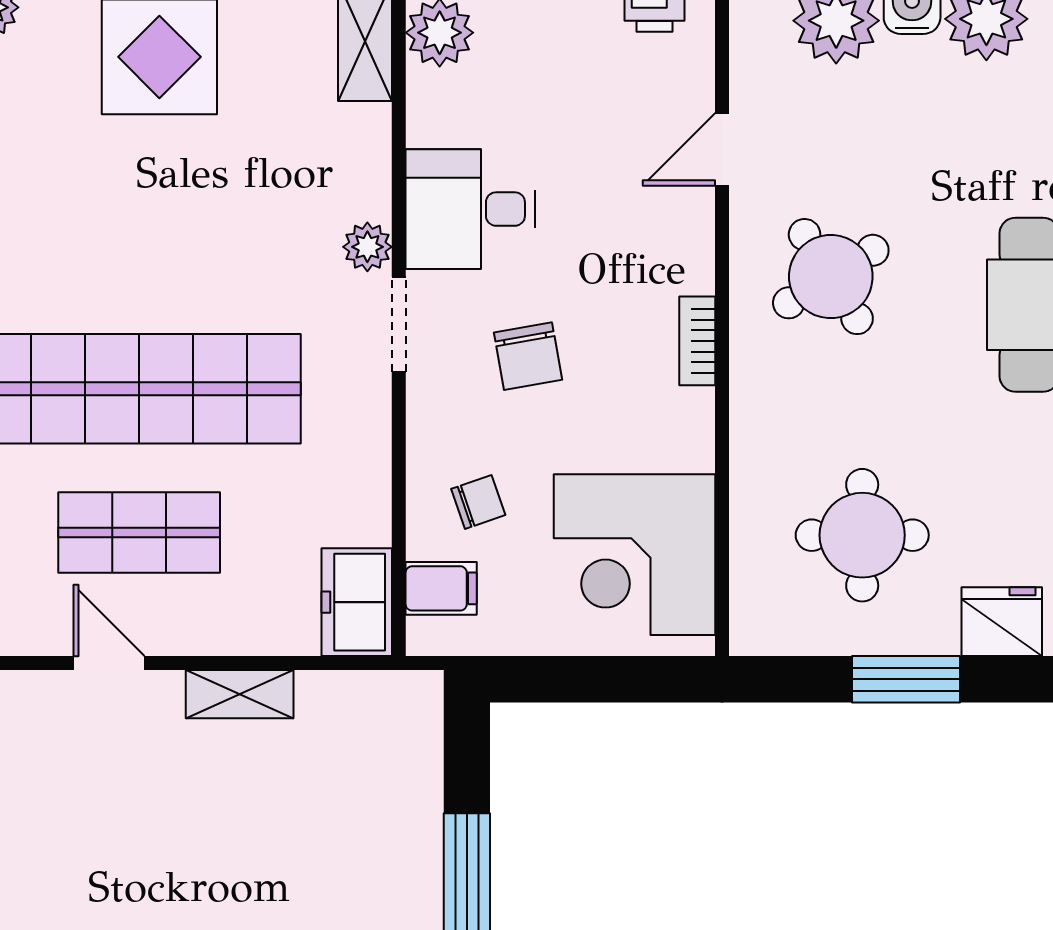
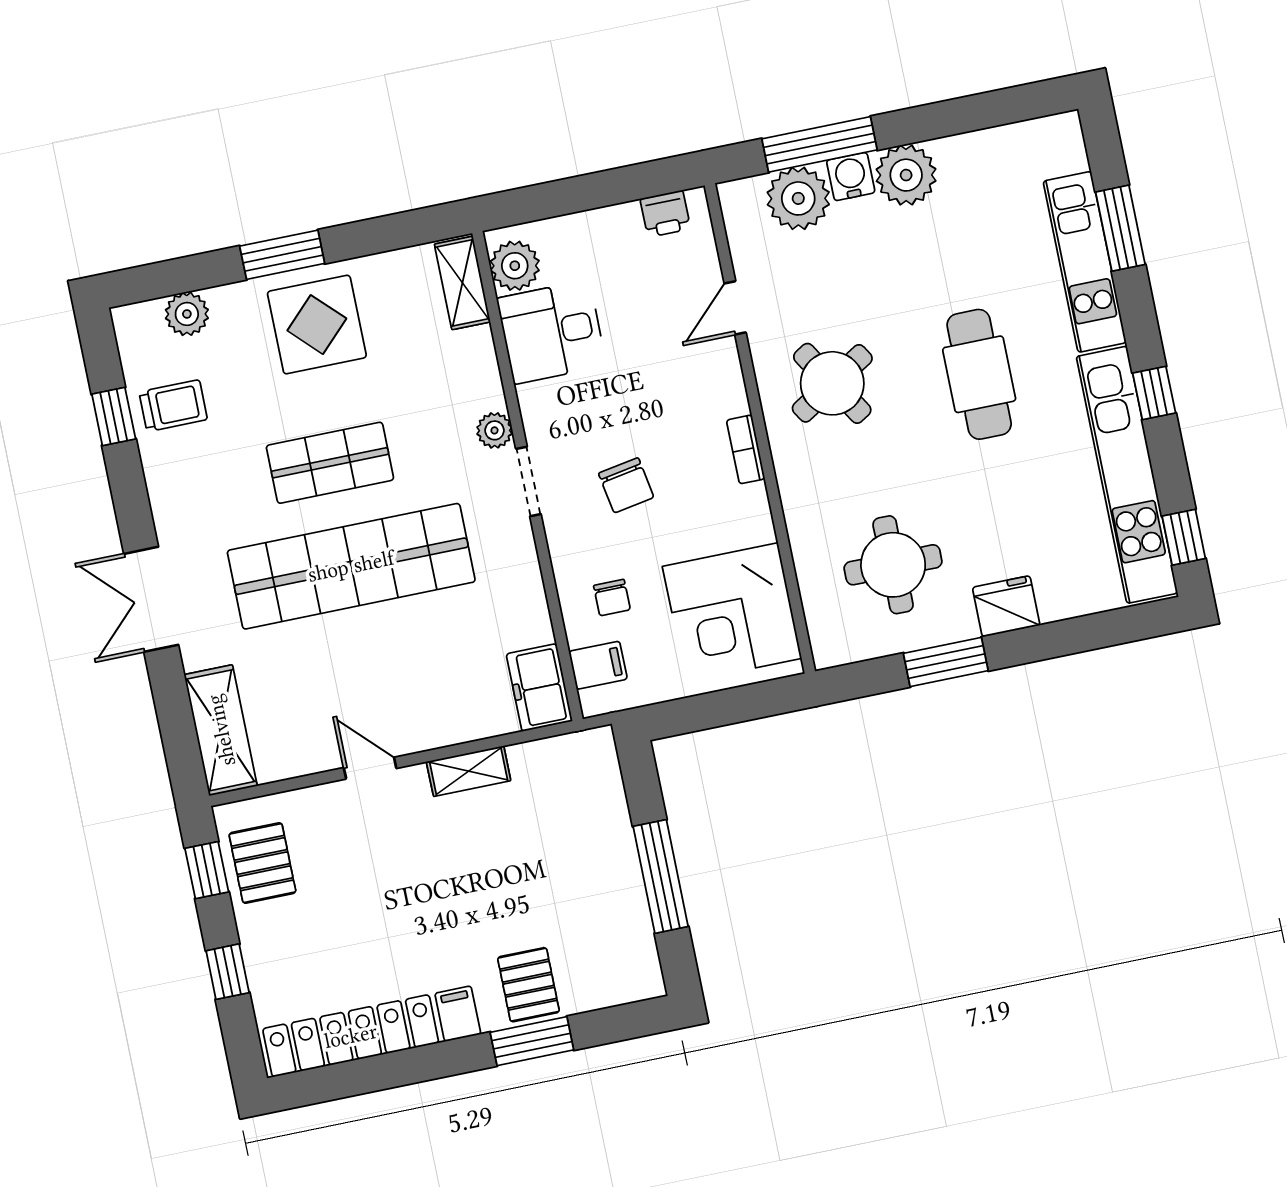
desk: (470, 209) -> (552, 332), moved
chair: (478, 502) -> (612, 598), turned 109
shop shelf: (139, 533) -> (330, 463), moved

